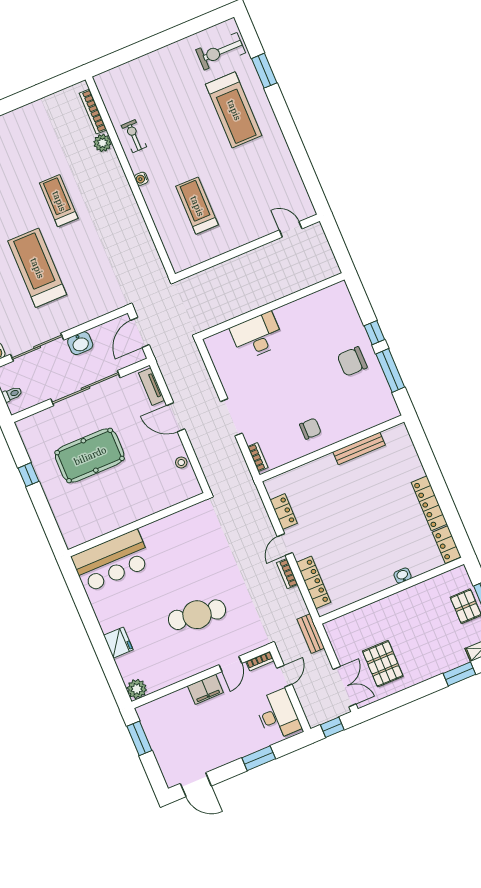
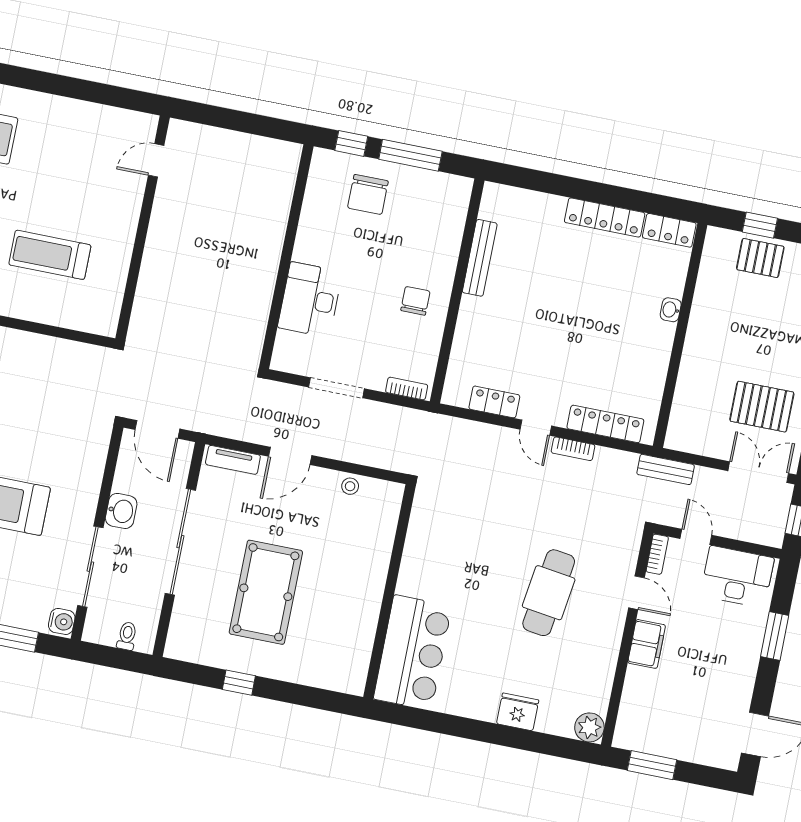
wall: (272, 306) -> (286, 257), moved
desk: (257, 336) -> (310, 300), moved

